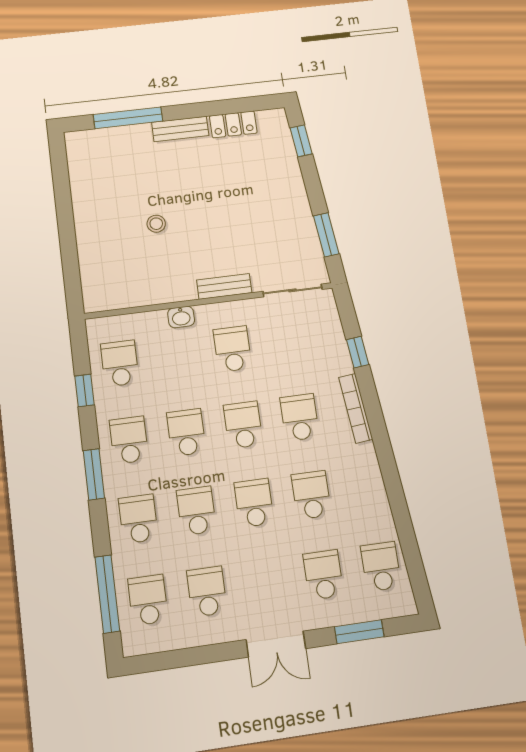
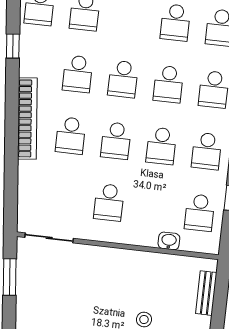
bench: (224, 286) -> (206, 293), moved, turned 90
washbasin: (181, 317) -> (169, 241), moved
window: (358, 352) -> (13, 46), moved
bookcase: (356, 408) -> (27, 118), width x1.48, depth x1.31

